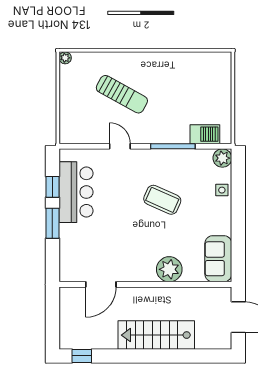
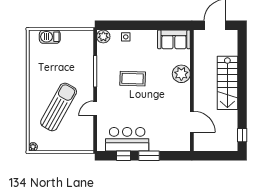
sun lounger: (122, 94) -> (59, 107), width x1.36, depth x1.34
barbecue: (205, 134) -> (50, 37), moved, turned -90
coffee table: (162, 200) -> (133, 79), turned 68

